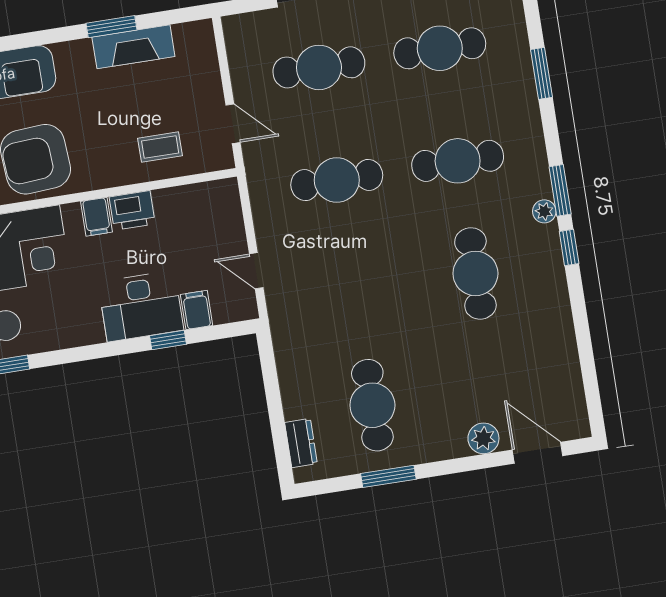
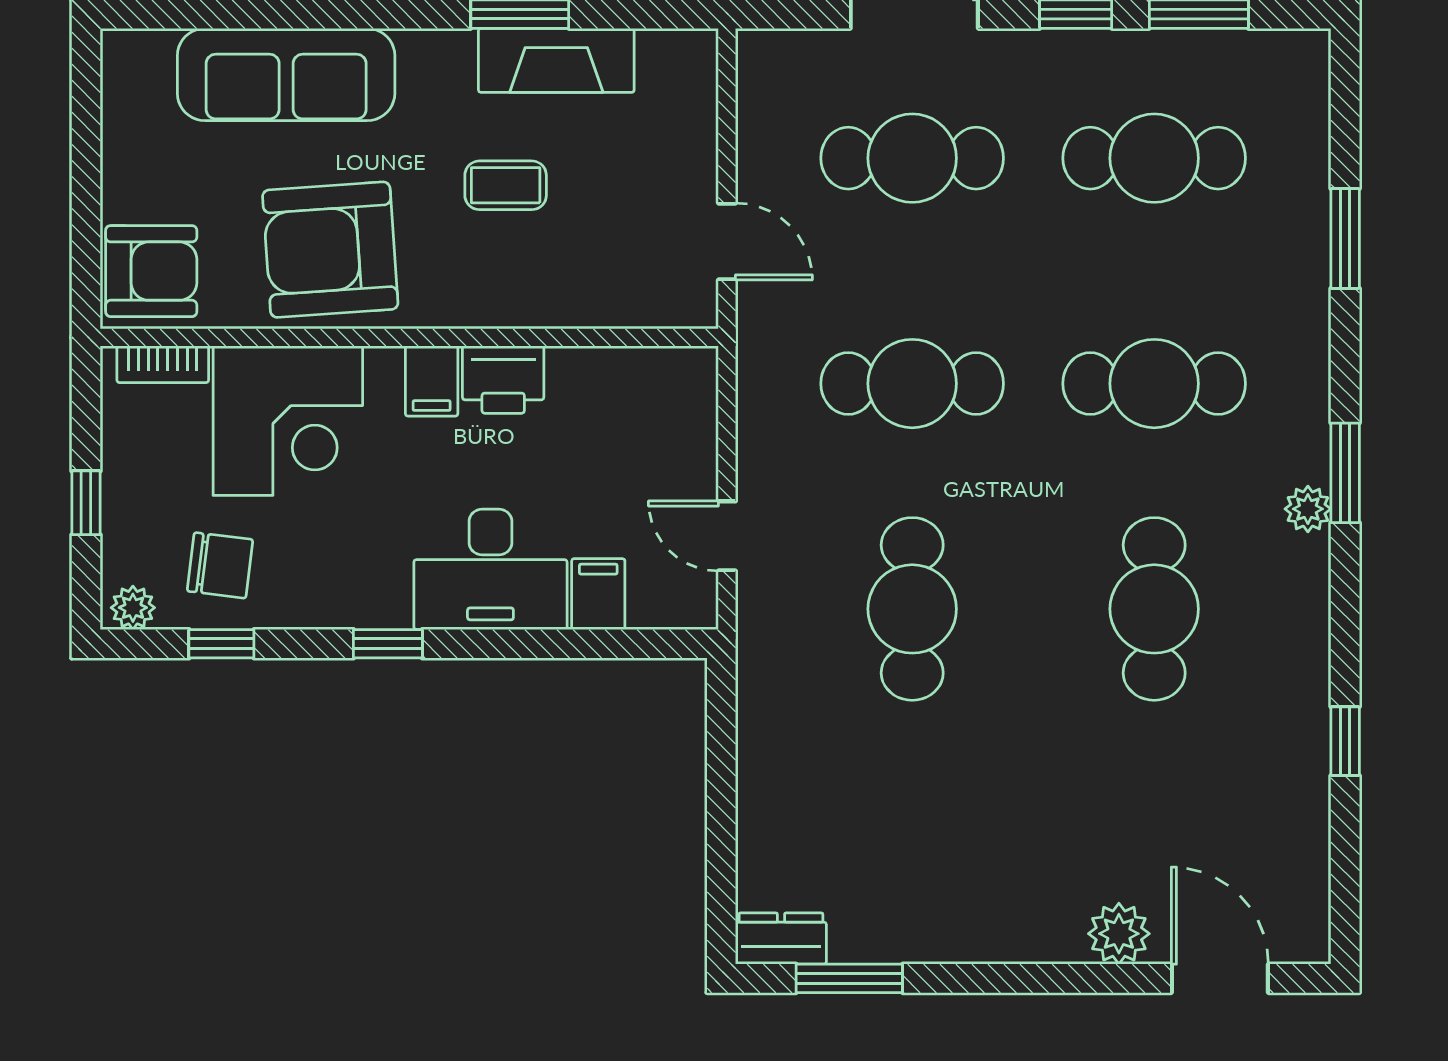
coffee table: (160, 147) -> (506, 185), moved
window: (569, 247) -> (1345, 741), moved
window: (168, 340) -> (388, 644), moved
cafe table: (372, 405) -> (912, 609), moved
dresser: (301, 443) -> (781, 939), moved, turned -90
window: (388, 476) -> (849, 978), moved

